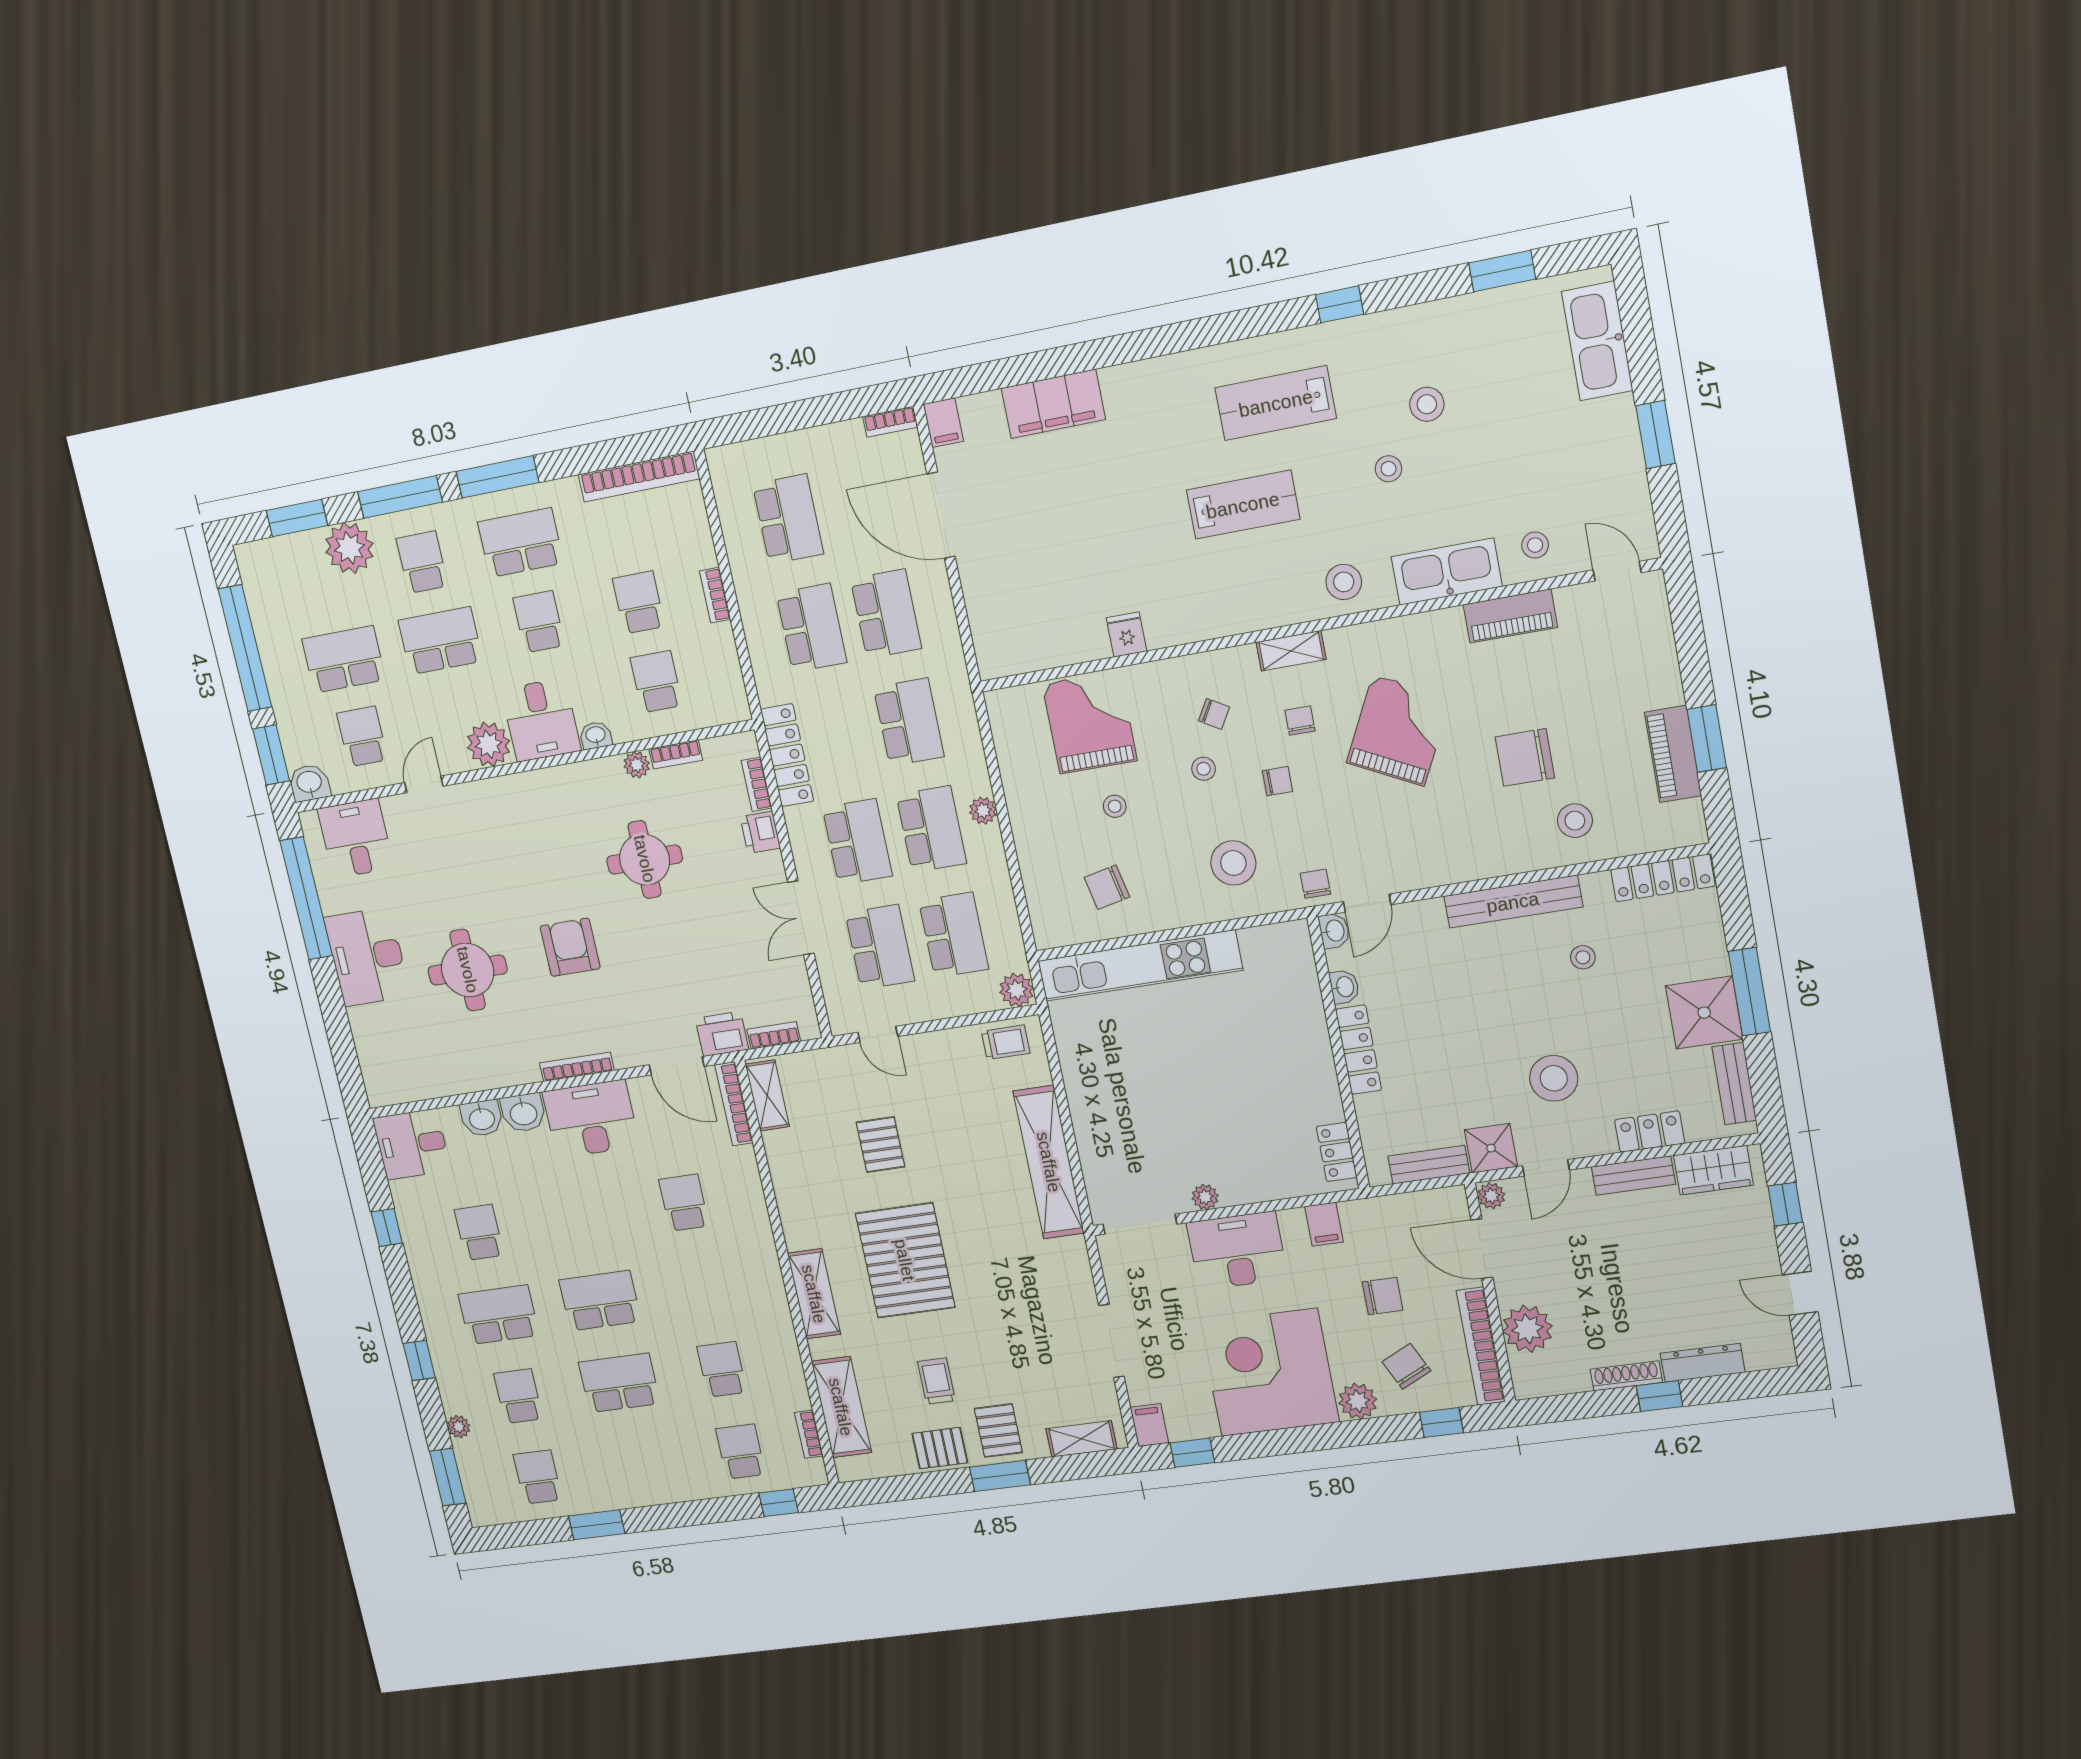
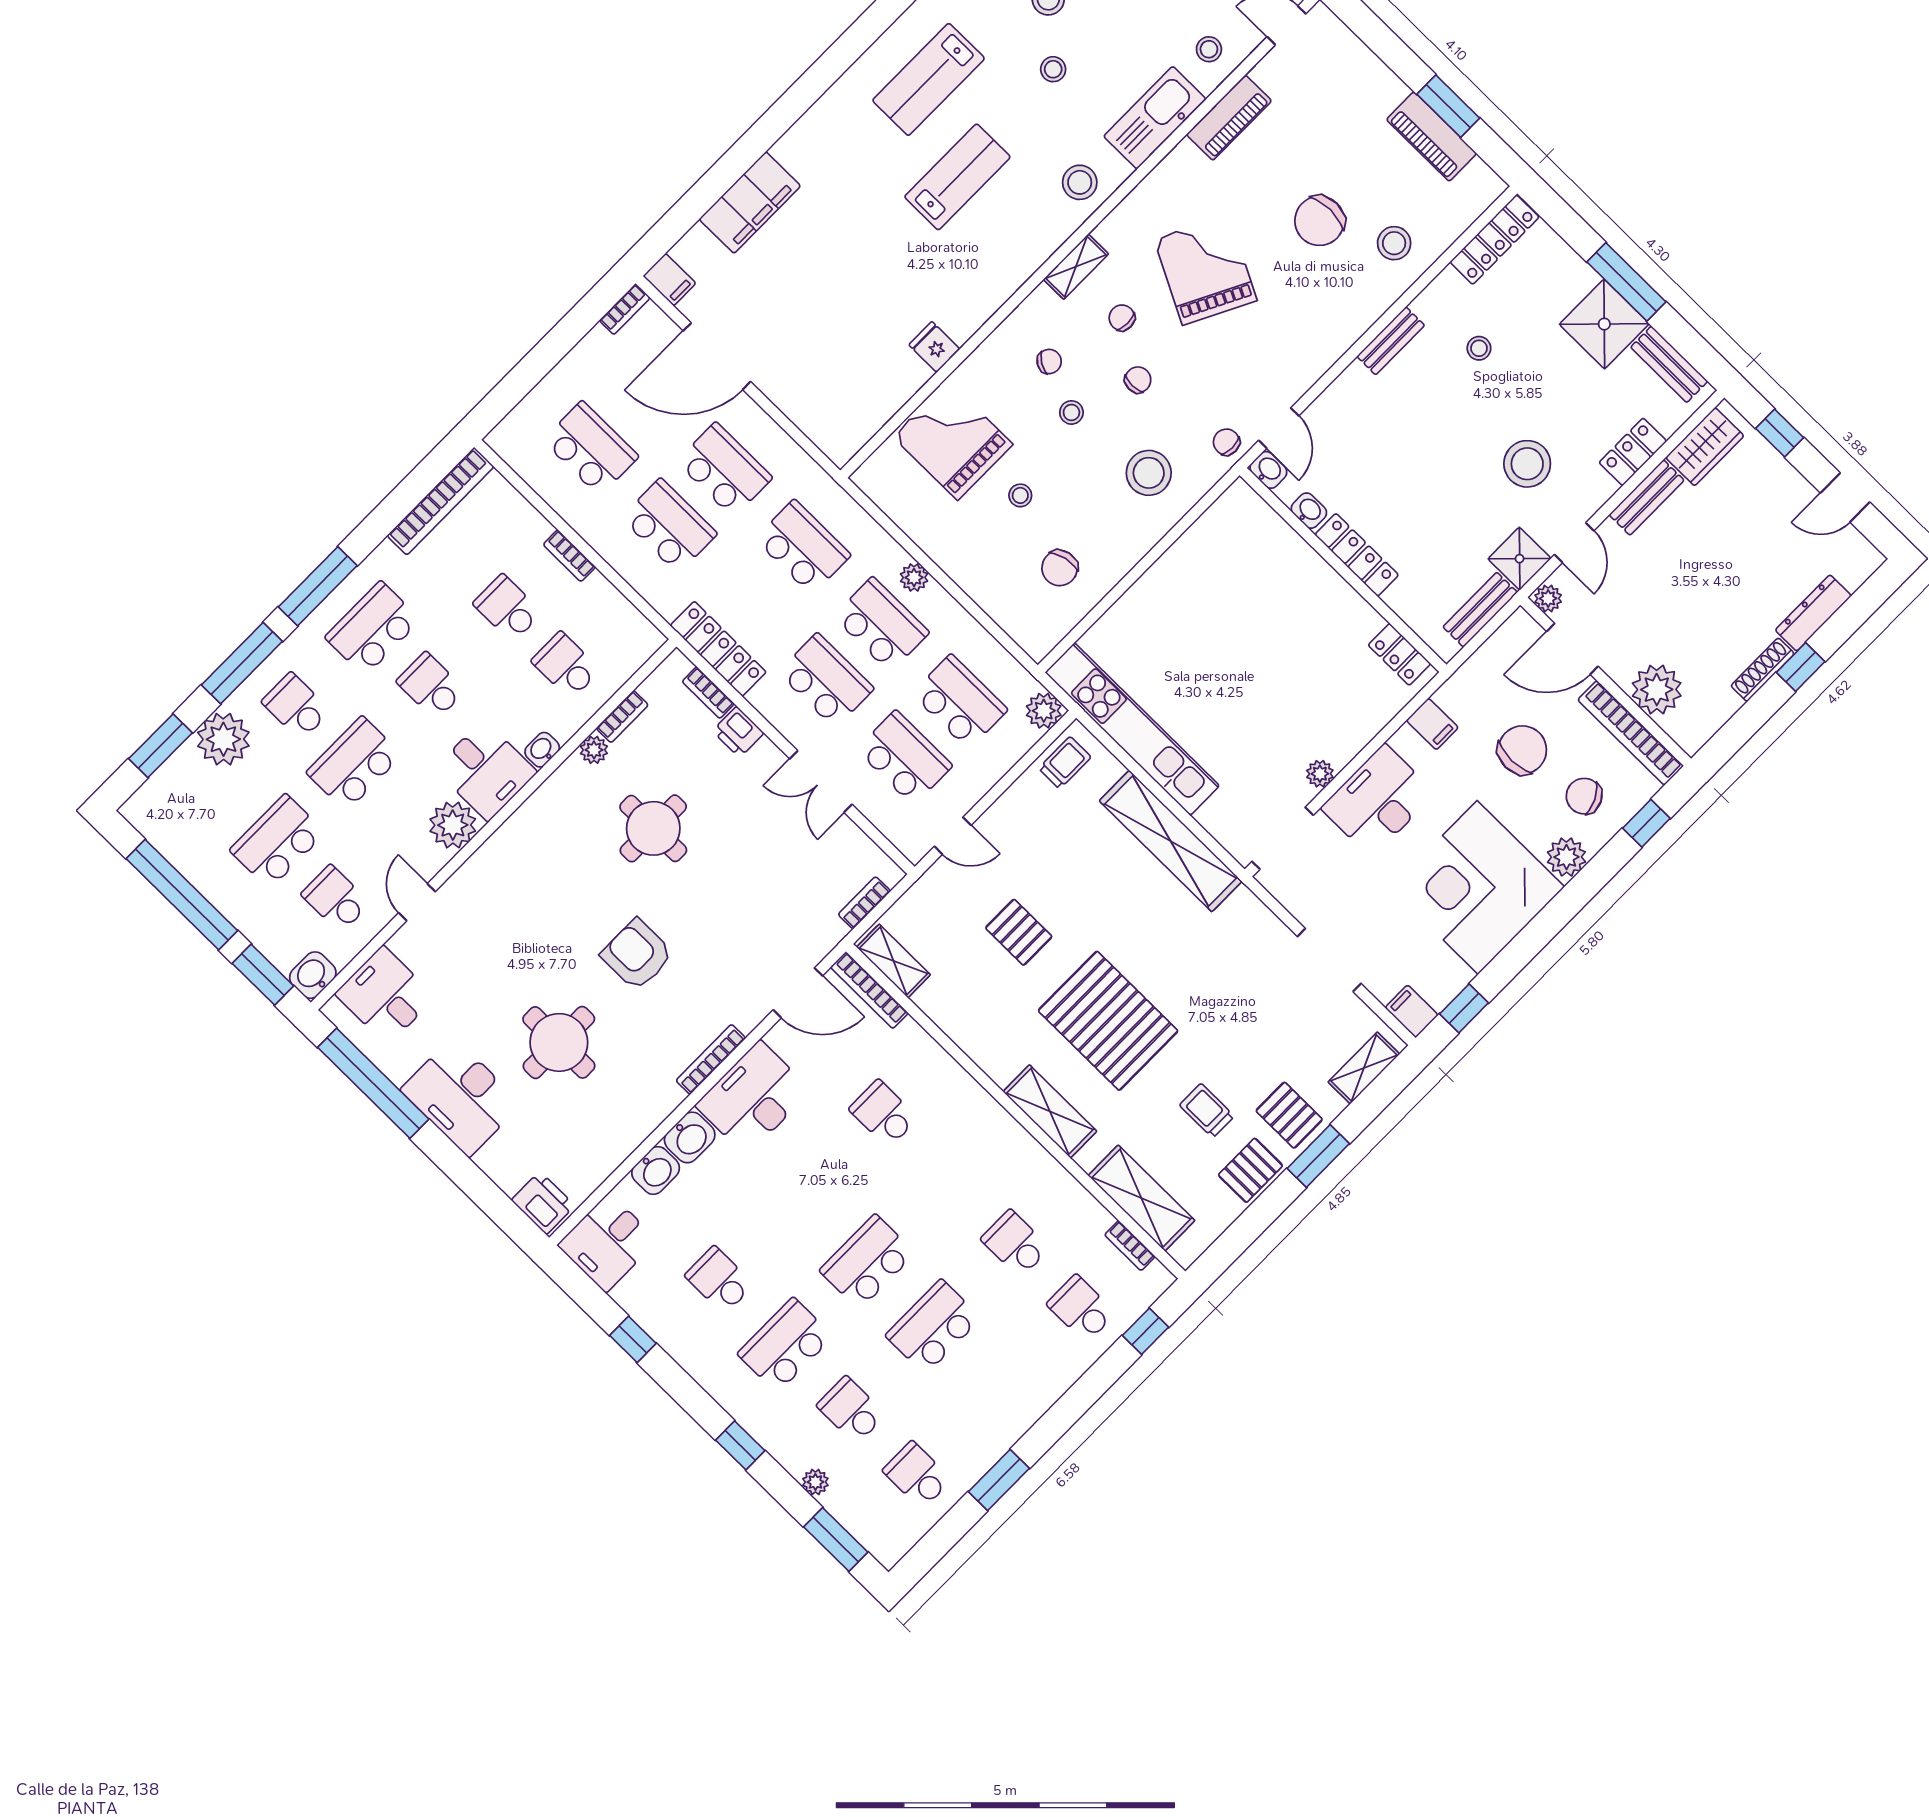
bench: (1513, 902) -> (1391, 341), width x0.54, depth x0.82
kitchen unit: (1140, 966) -> (1132, 729), moved, turned -90
printer: (722, 1034) -> (543, 1203), moved, turned 90
chair: (1383, 1296) -> (1522, 750), width x1.37, depth x1.37

